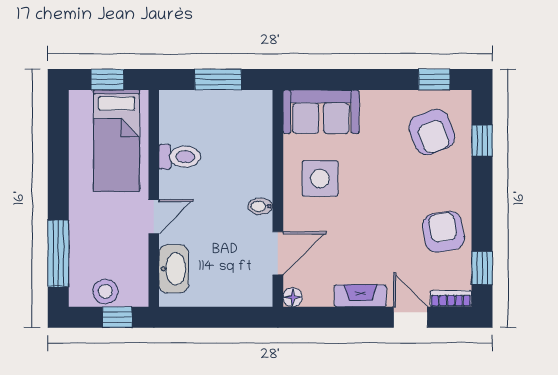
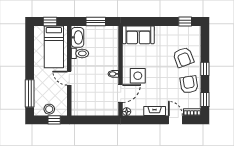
armchair: (432, 132) -> (183, 57), moved
window: (482, 140) -> (205, 69), moved
side table: (320, 179) -> (138, 76), moved
door: (154, 216) -> (69, 78), swing flipped
washbasin: (174, 269) -> (77, 37), moved

